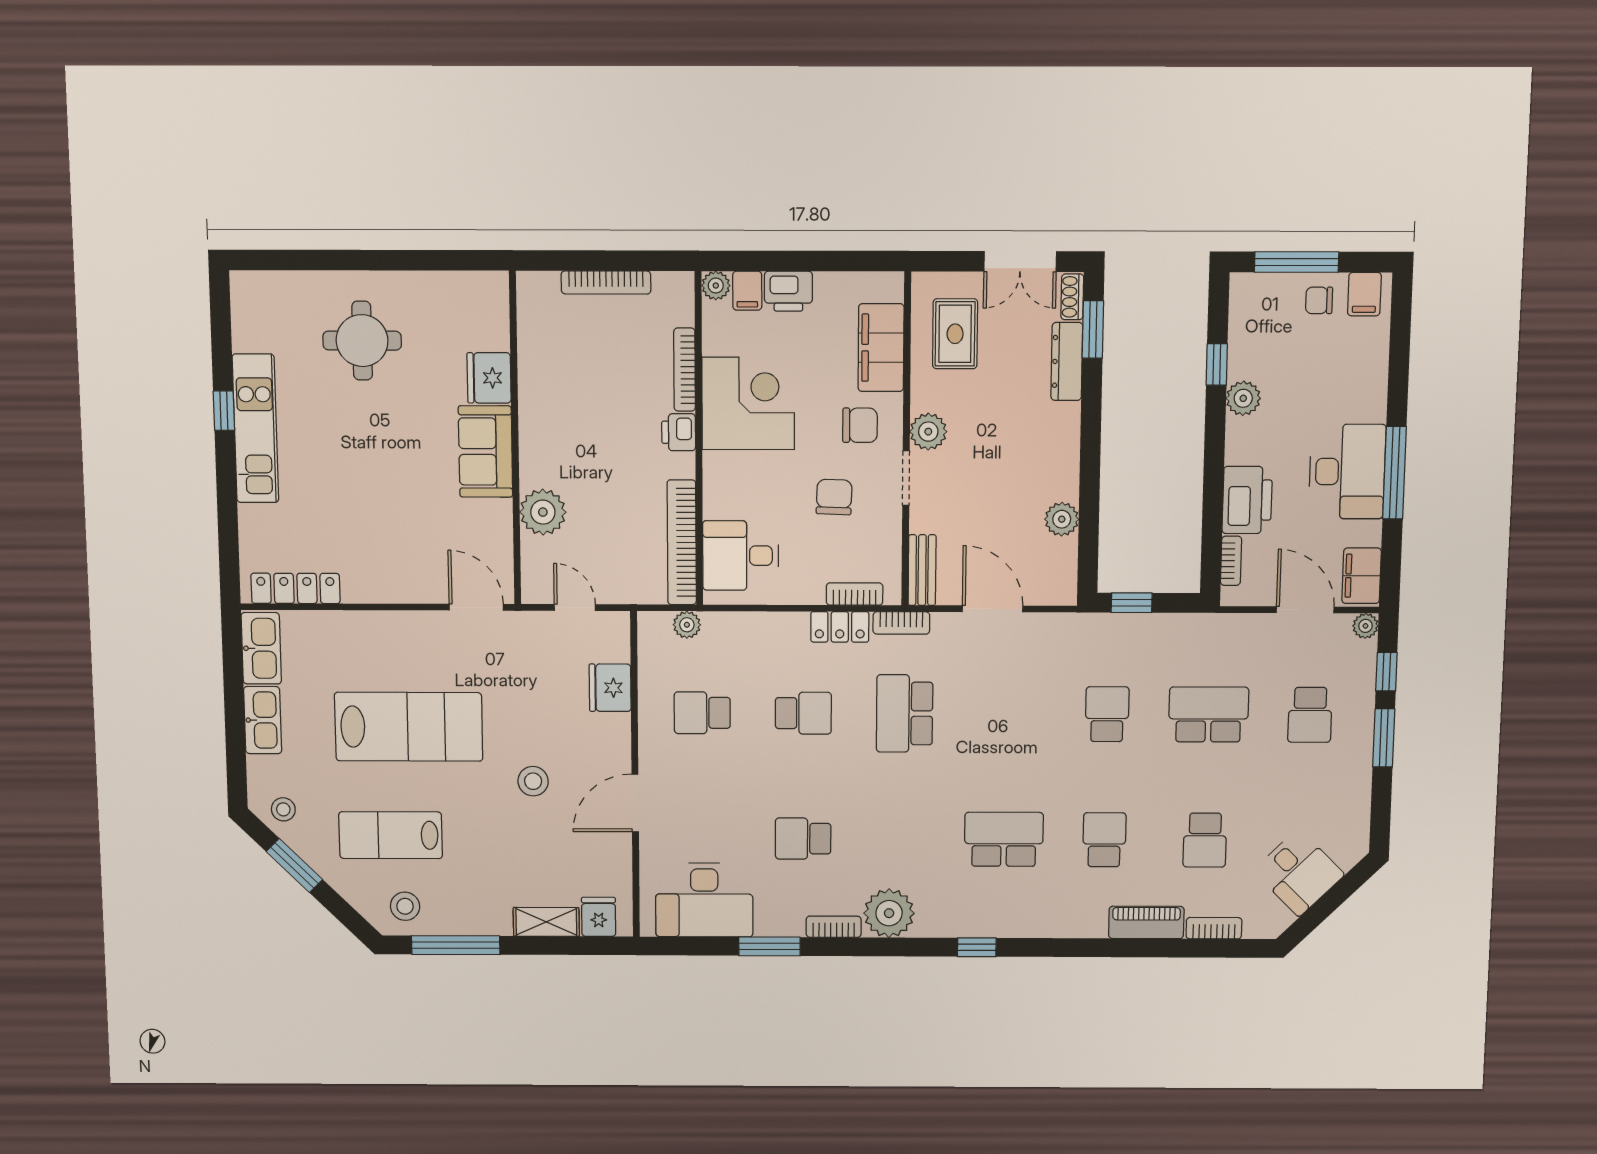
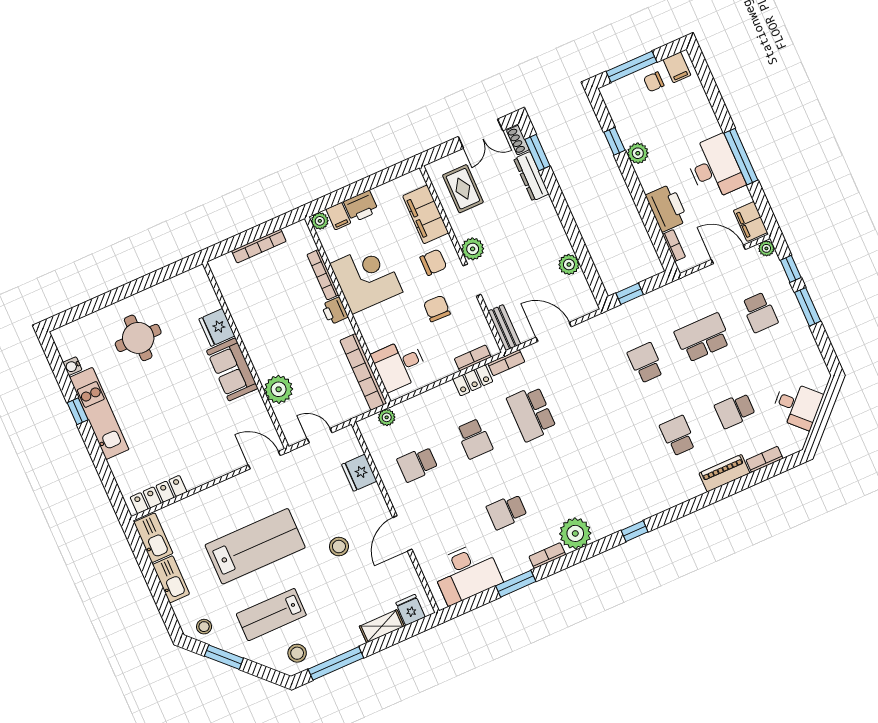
water cooler: (244, 339) -> (72, 366), added
school desk: (803, 713) -> (474, 439), turned 90
school desk: (1004, 839) -> (621, 461), removed
school desk: (1205, 840) -> (735, 410), turned 90

